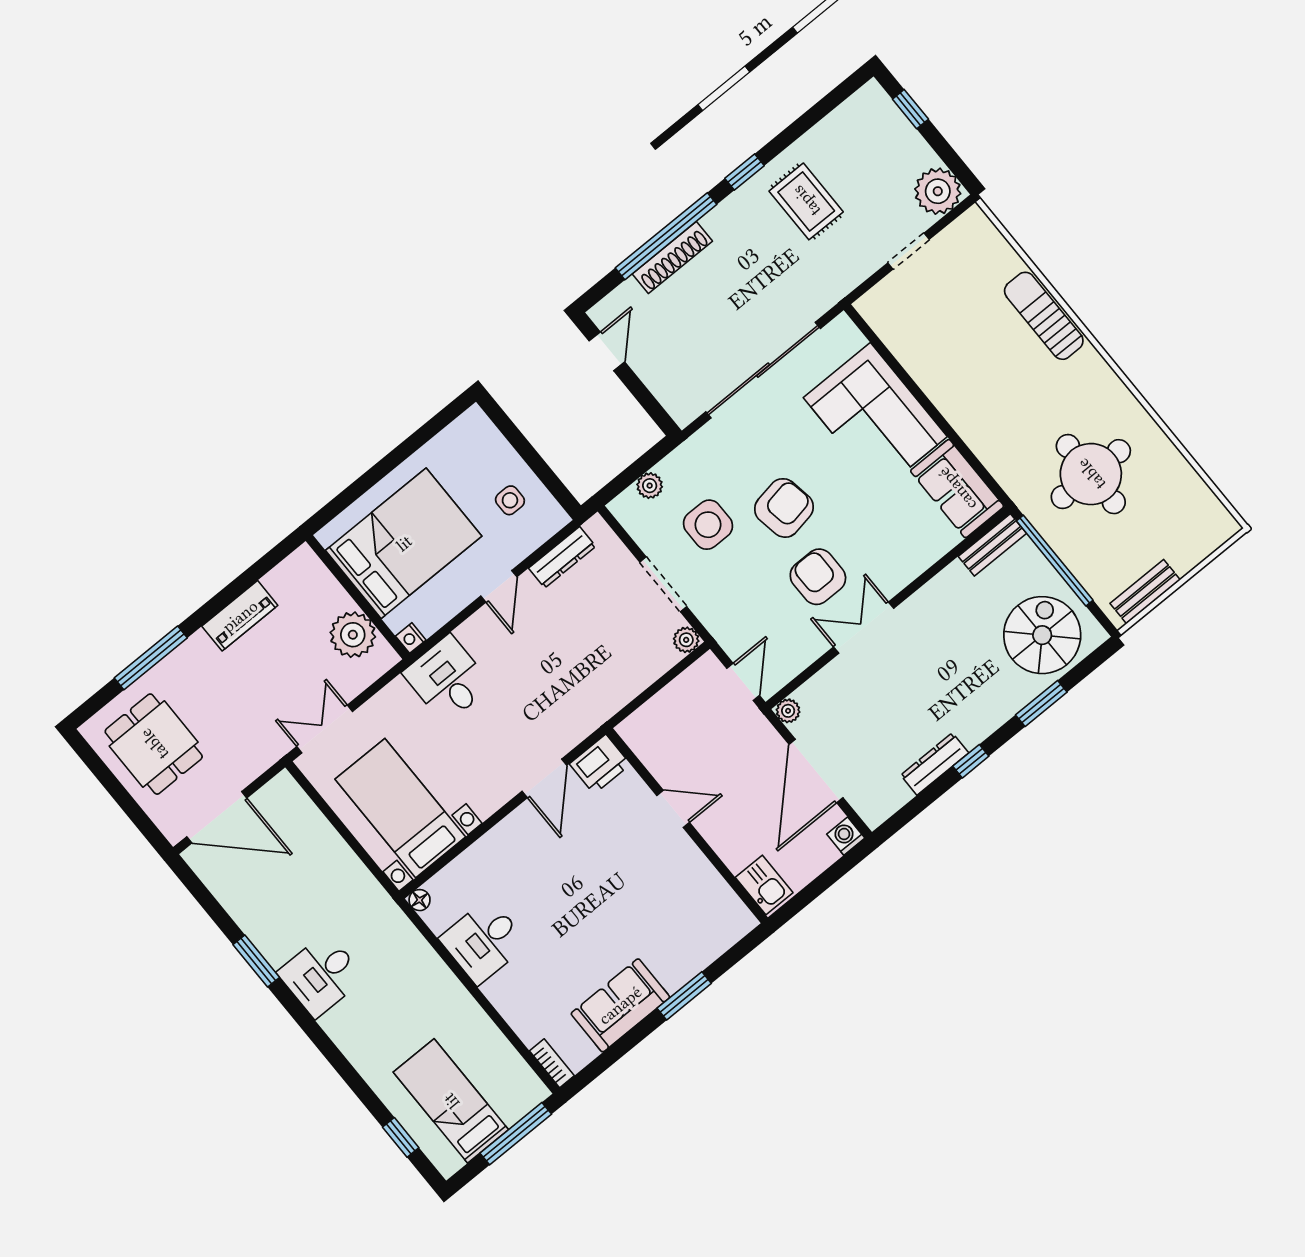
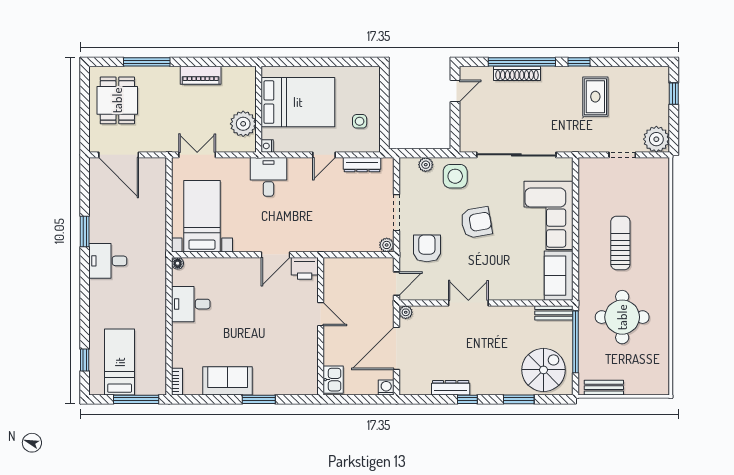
sun lounger: (1044, 316) -> (620, 243), moved
side table: (708, 525) -> (455, 176), moved
armchair: (818, 577) -> (427, 248), moved

